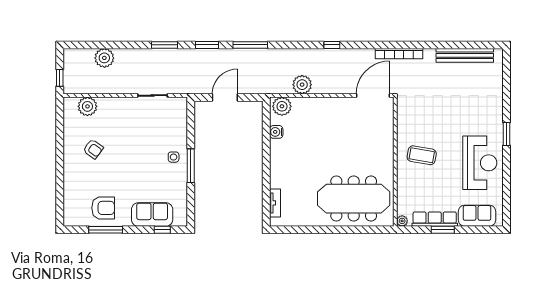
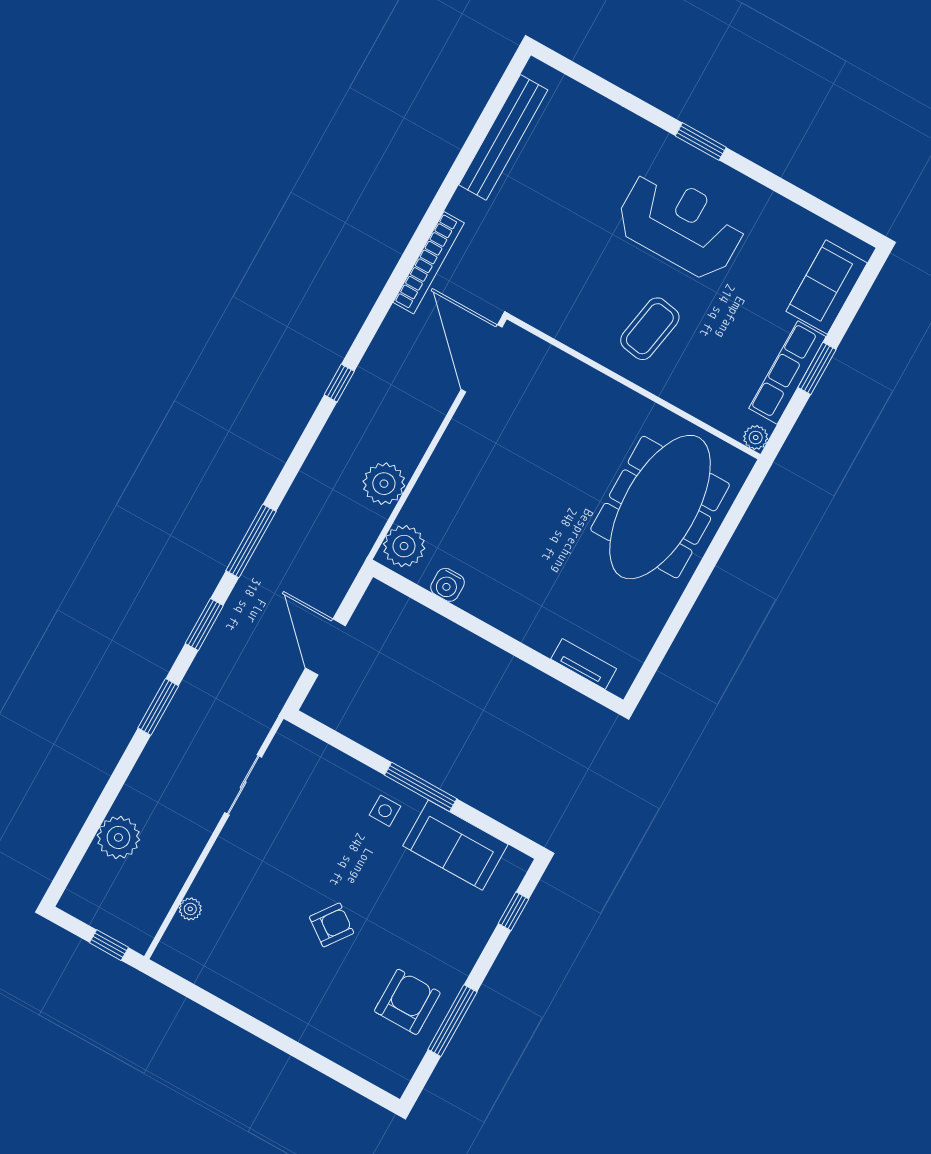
plant: (87, 106) -> (190, 909), width x0.53, depth x0.53
armchair: (93, 149) -> (332, 925), moved
reception desk: (480, 163) -> (681, 224), moved
sofa: (152, 215) -> (455, 845), moved, turned -90

